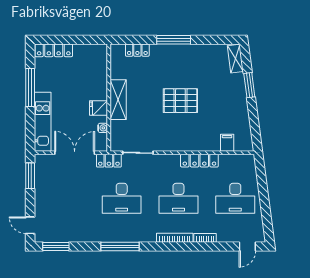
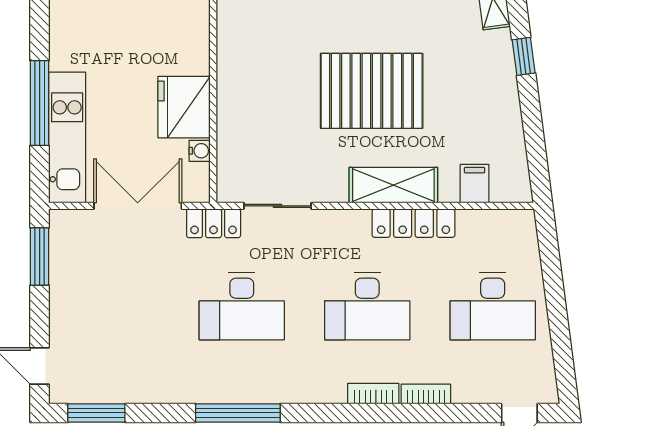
window: (249, 85) -> (524, 56), width x0.67
window: (30, 87) -> (40, 103), moved
shelving: (118, 100) -> (393, 185), moved, turned 90
pallet: (180, 101) -> (372, 91), width x1.37, depth x1.41
fridge: (99, 108) -> (184, 107), width x1.88, depth x1.34
bookcase: (175, 238) -> (373, 394), width x0.64

